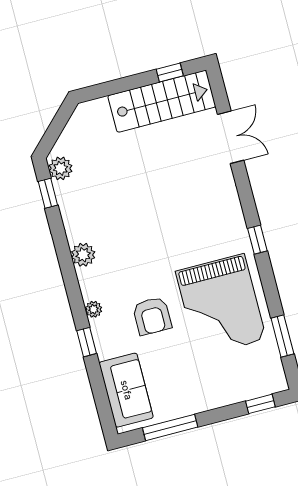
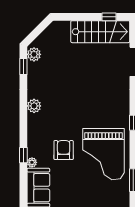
plant: (94, 309) -> (32, 162), moved
armchair: (152, 316) -> (64, 150), turned 180

